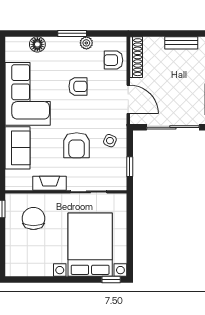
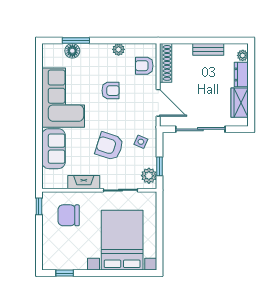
window: (72, 33) -> (76, 41), moved
armchair: (77, 145) -> (109, 146), turned 108
plant: (118, 177) -> (149, 176), added
chair: (33, 218) -> (69, 215), turned -90
window: (111, 280) -> (65, 273), moved

